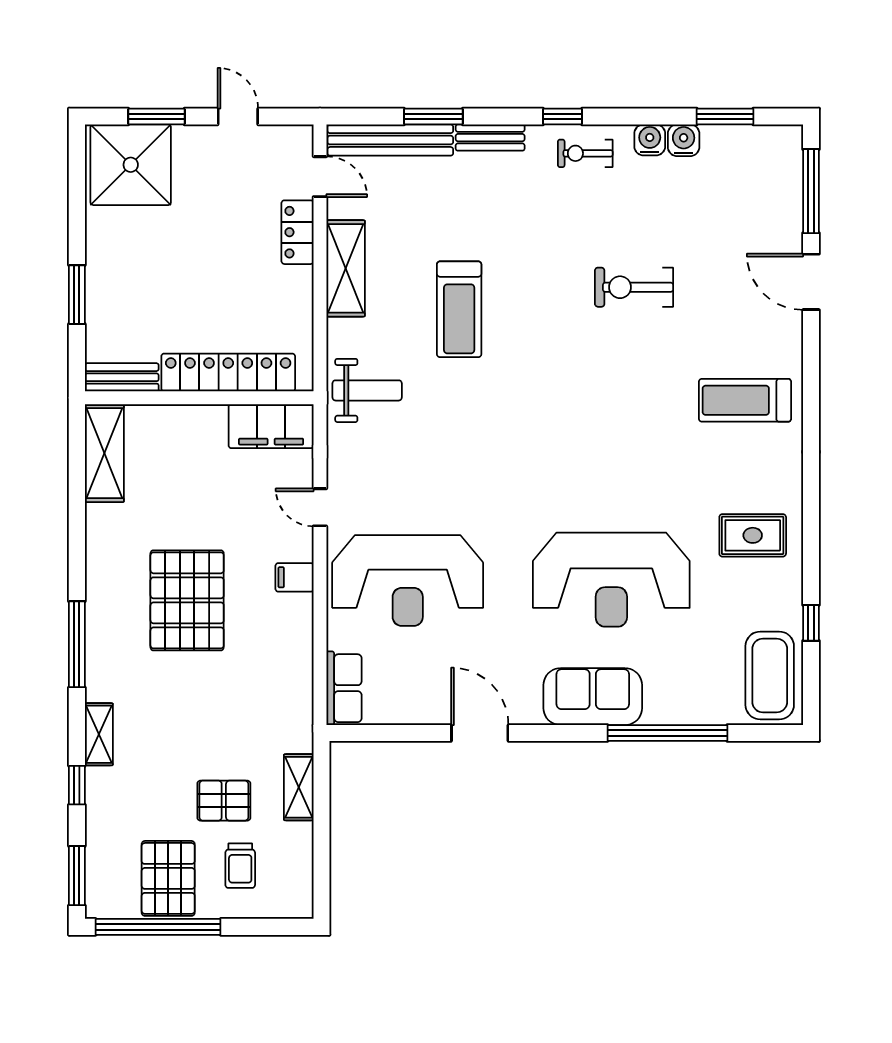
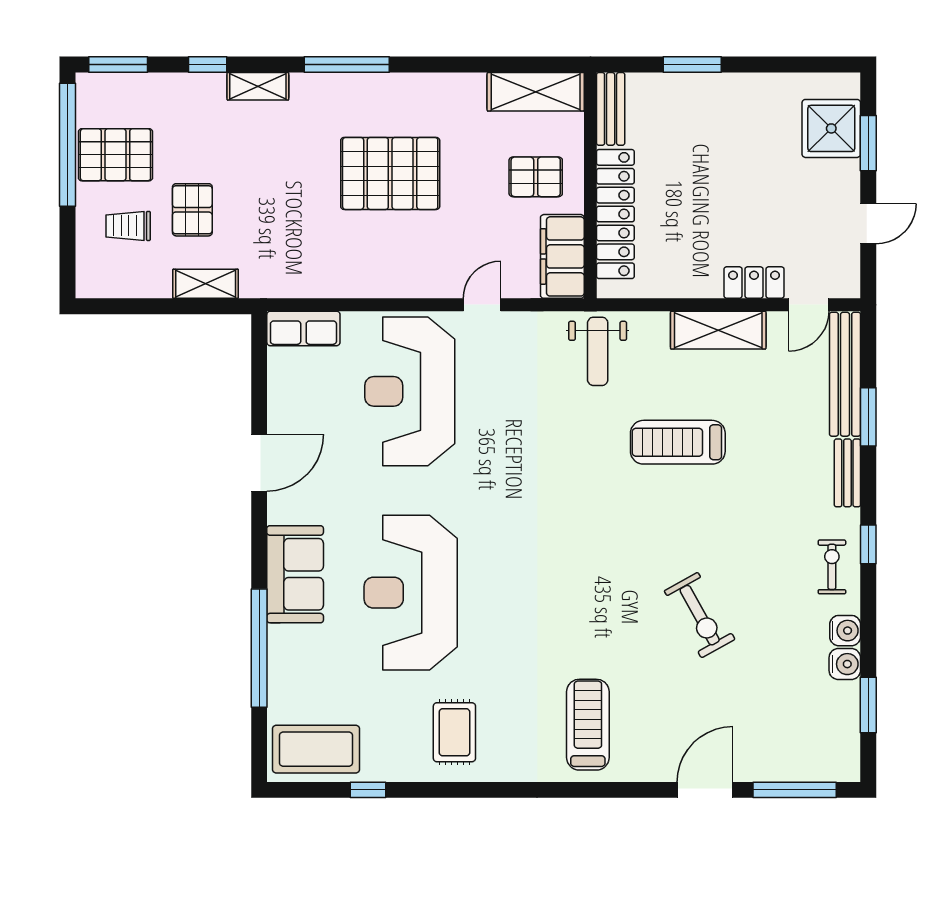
shower: (131, 165) -> (831, 128), width x0.73, depth x0.73
exercise bike: (634, 287) -> (700, 615), turned 151
pallet: (191, 453) -> (536, 177), added
filing cabinet: (295, 577) -> (413, 280), removed

